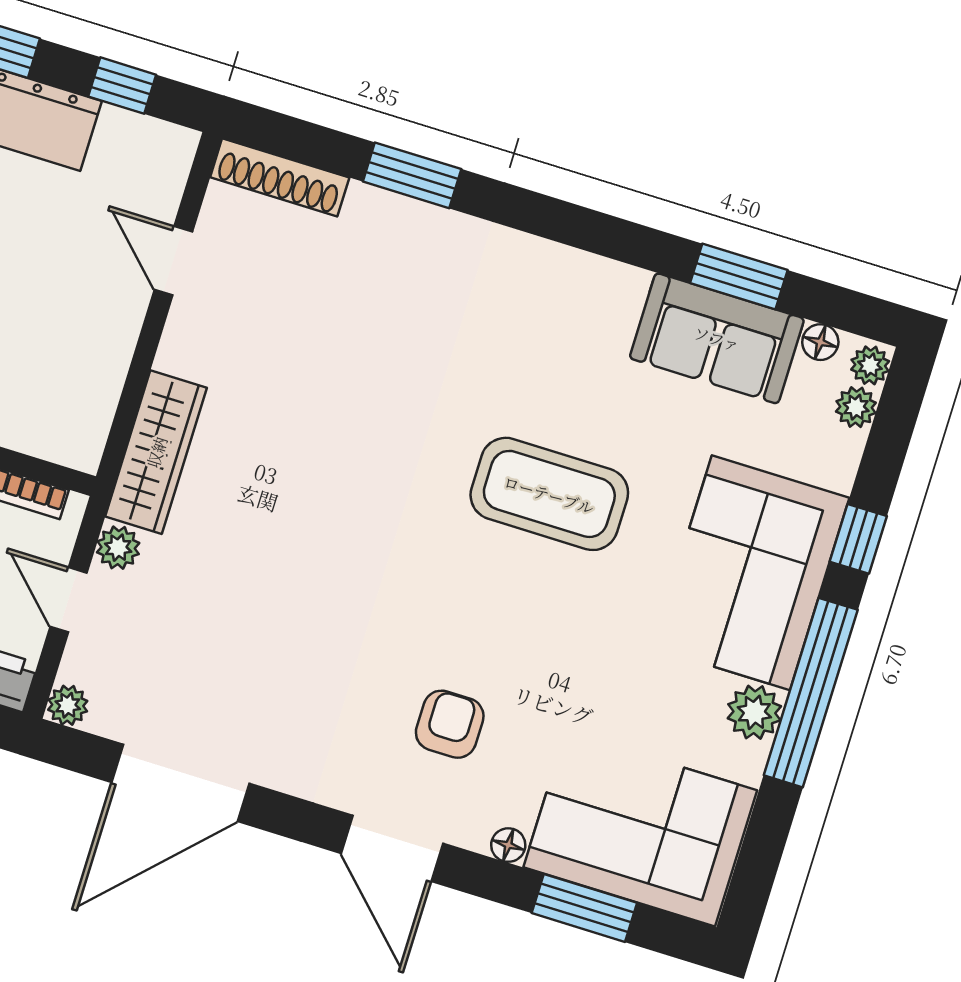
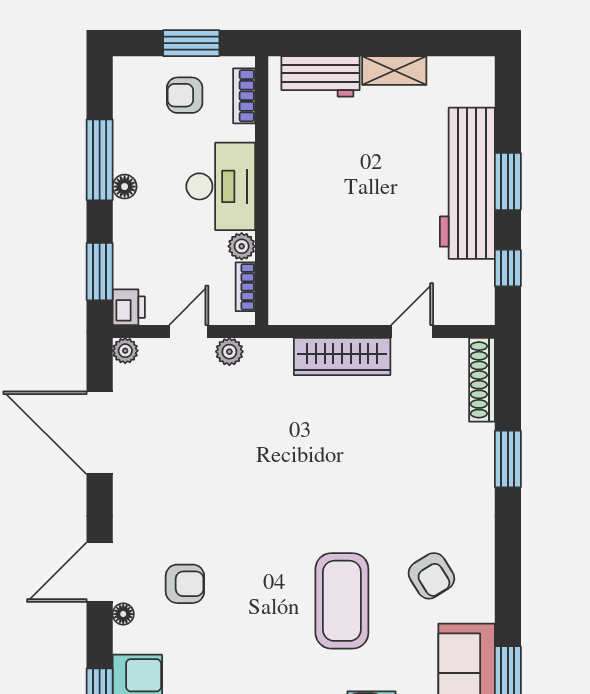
armchair: (553, 346) -> (431, 576), added
wardrobe: (156, 452) -> (342, 357), moved
floor lamp: (508, 845) -> (123, 614), moved

